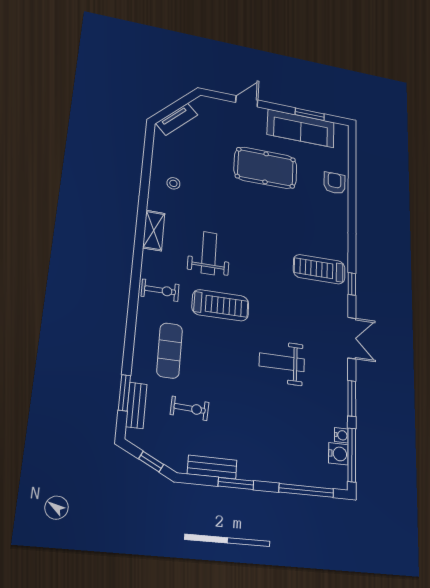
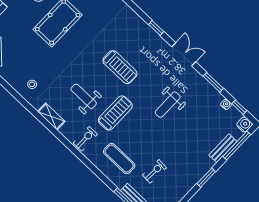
treadmill: (319, 269) -> (120, 67), moved, turned -90
water cooler: (338, 454) -> (245, 124), moved
window: (352, 455) -> (239, 107), width x0.46
bench: (212, 467) -> (223, 148), moved

